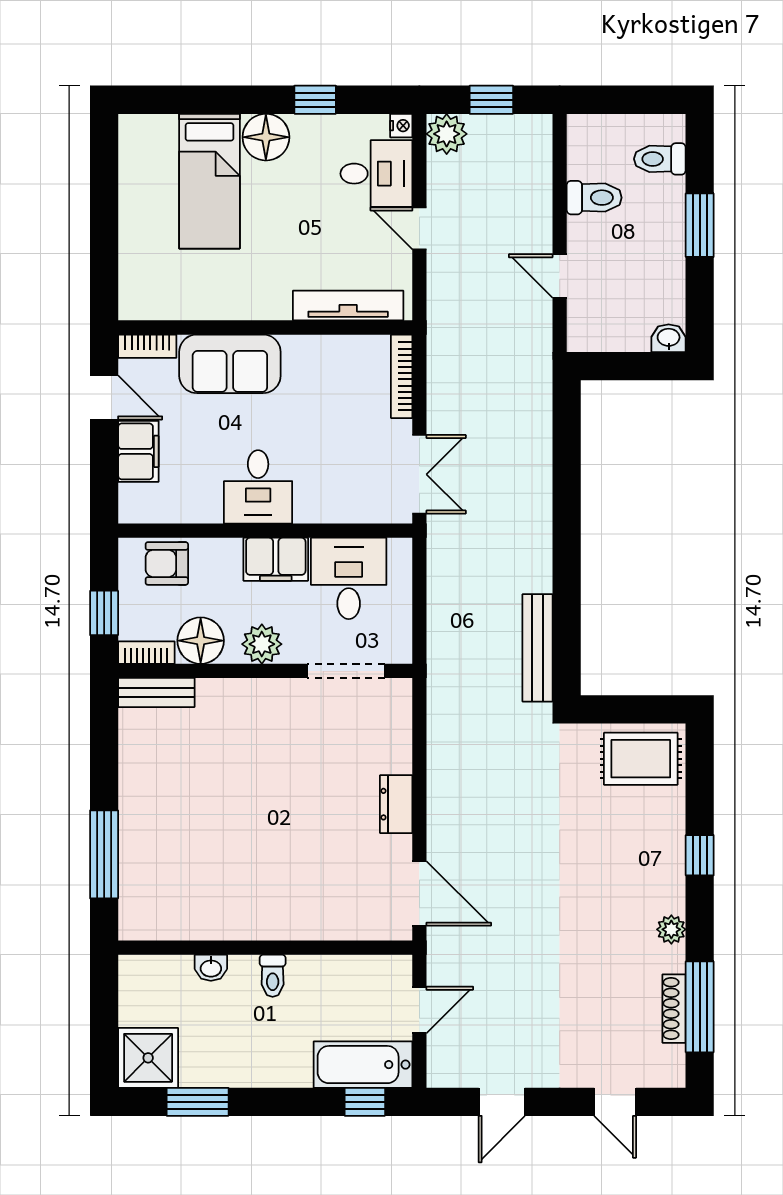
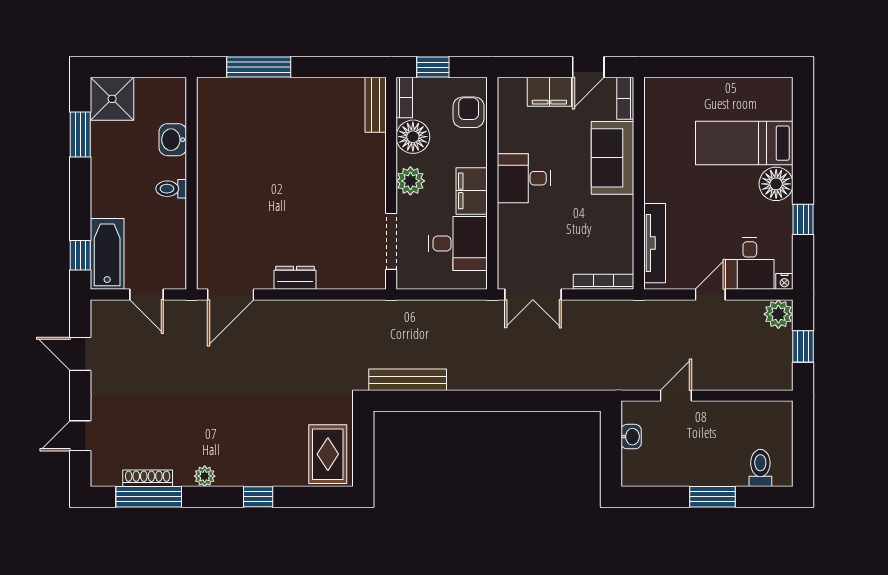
toilet: (594, 198) -> (732, 421), removed
washbasin: (669, 338) -> (631, 437), moved
washbasin: (211, 968) -> (173, 140), width x1.38, depth x1.45

